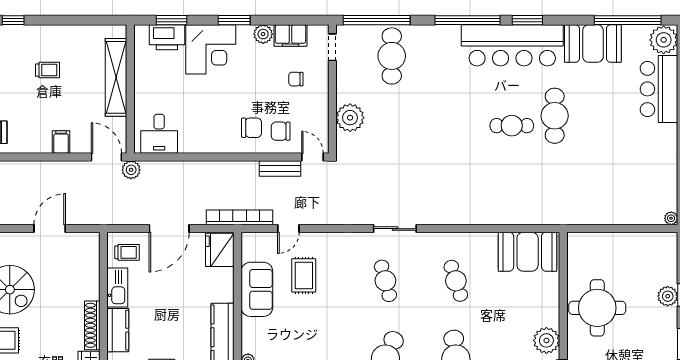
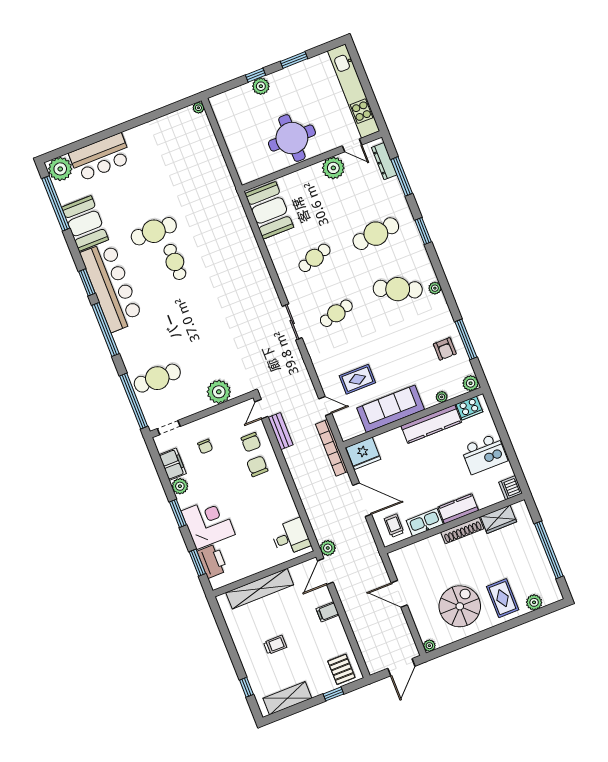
trolley: (48, 70) -> (275, 645), turned 90
sofa: (257, 289) -> (391, 409), width x1.36

